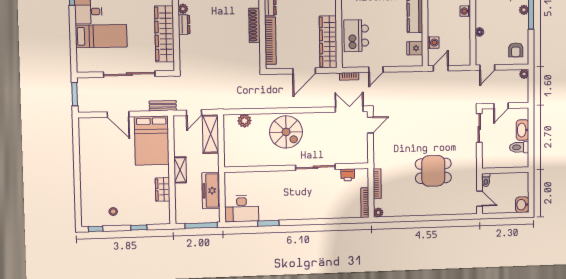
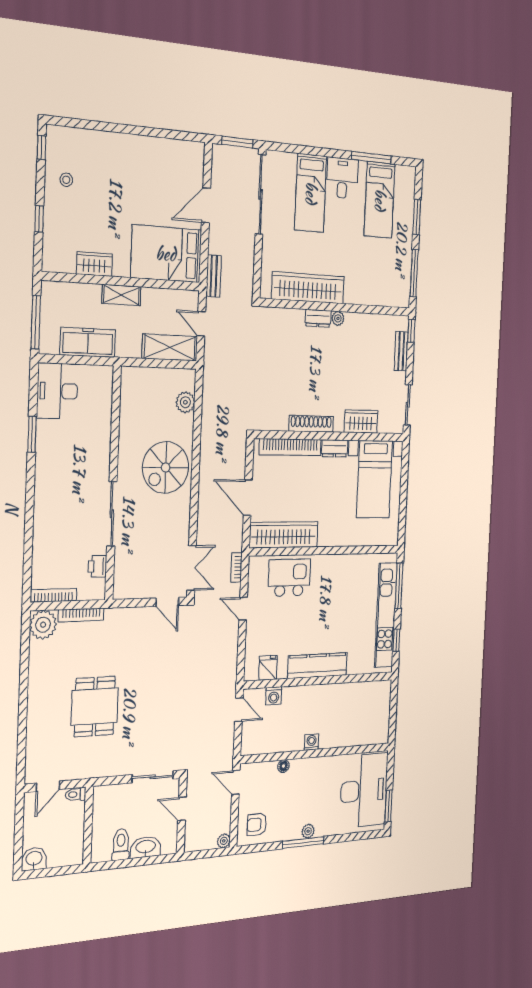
sliding door: (129, 74) -> (260, 194), moved
plant: (378, 213) -> (43, 625), width x1.87, depth x1.87

